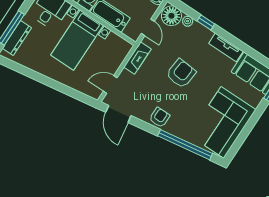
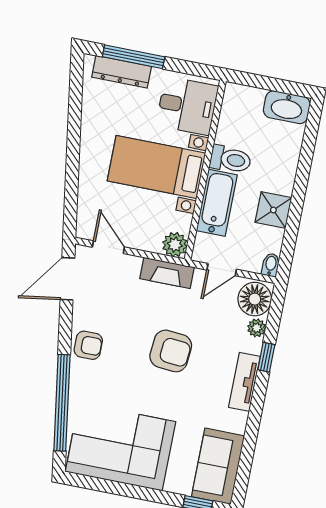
plant: (124, 47) -> (175, 245), added
tv unit: (226, 47) -> (244, 382), moved

